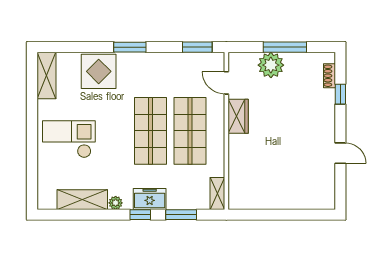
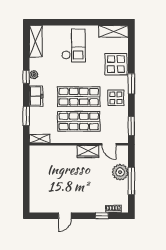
display table: (153, 72) -> (116, 98), added
door: (226, 83) -> (109, 144), swing flipped
shelving: (82, 200) -> (36, 41), moved
window: (140, 215) -> (26, 77), moved

